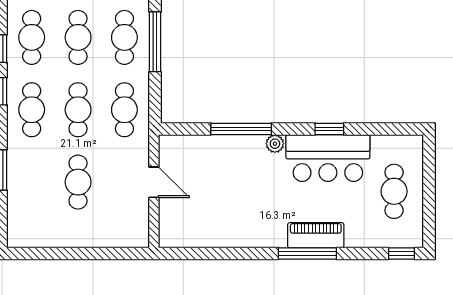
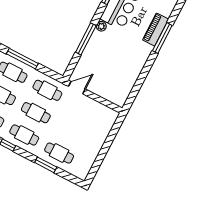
cafe table: (78, 182) -> (59, 153), moved
door: (154, 182) -> (77, 88), moved

